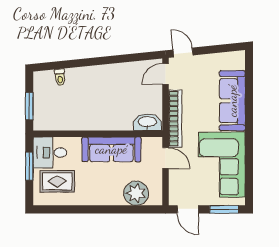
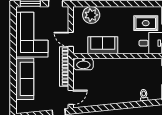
sofa: (111, 149) -> (103, 45), width x0.73

